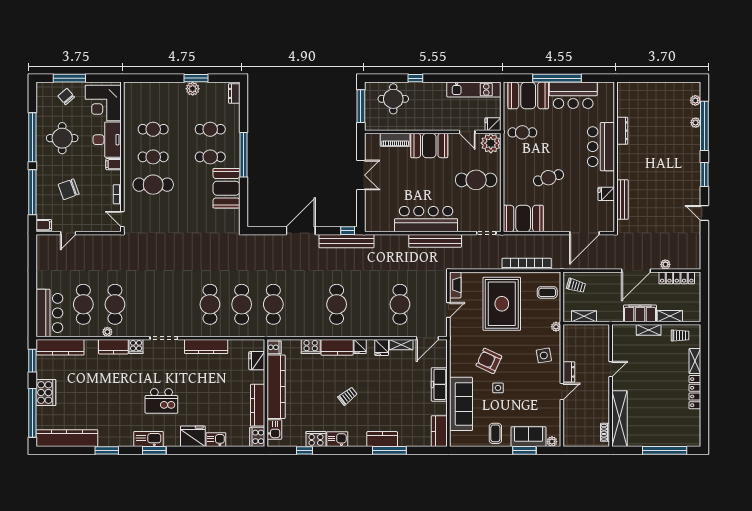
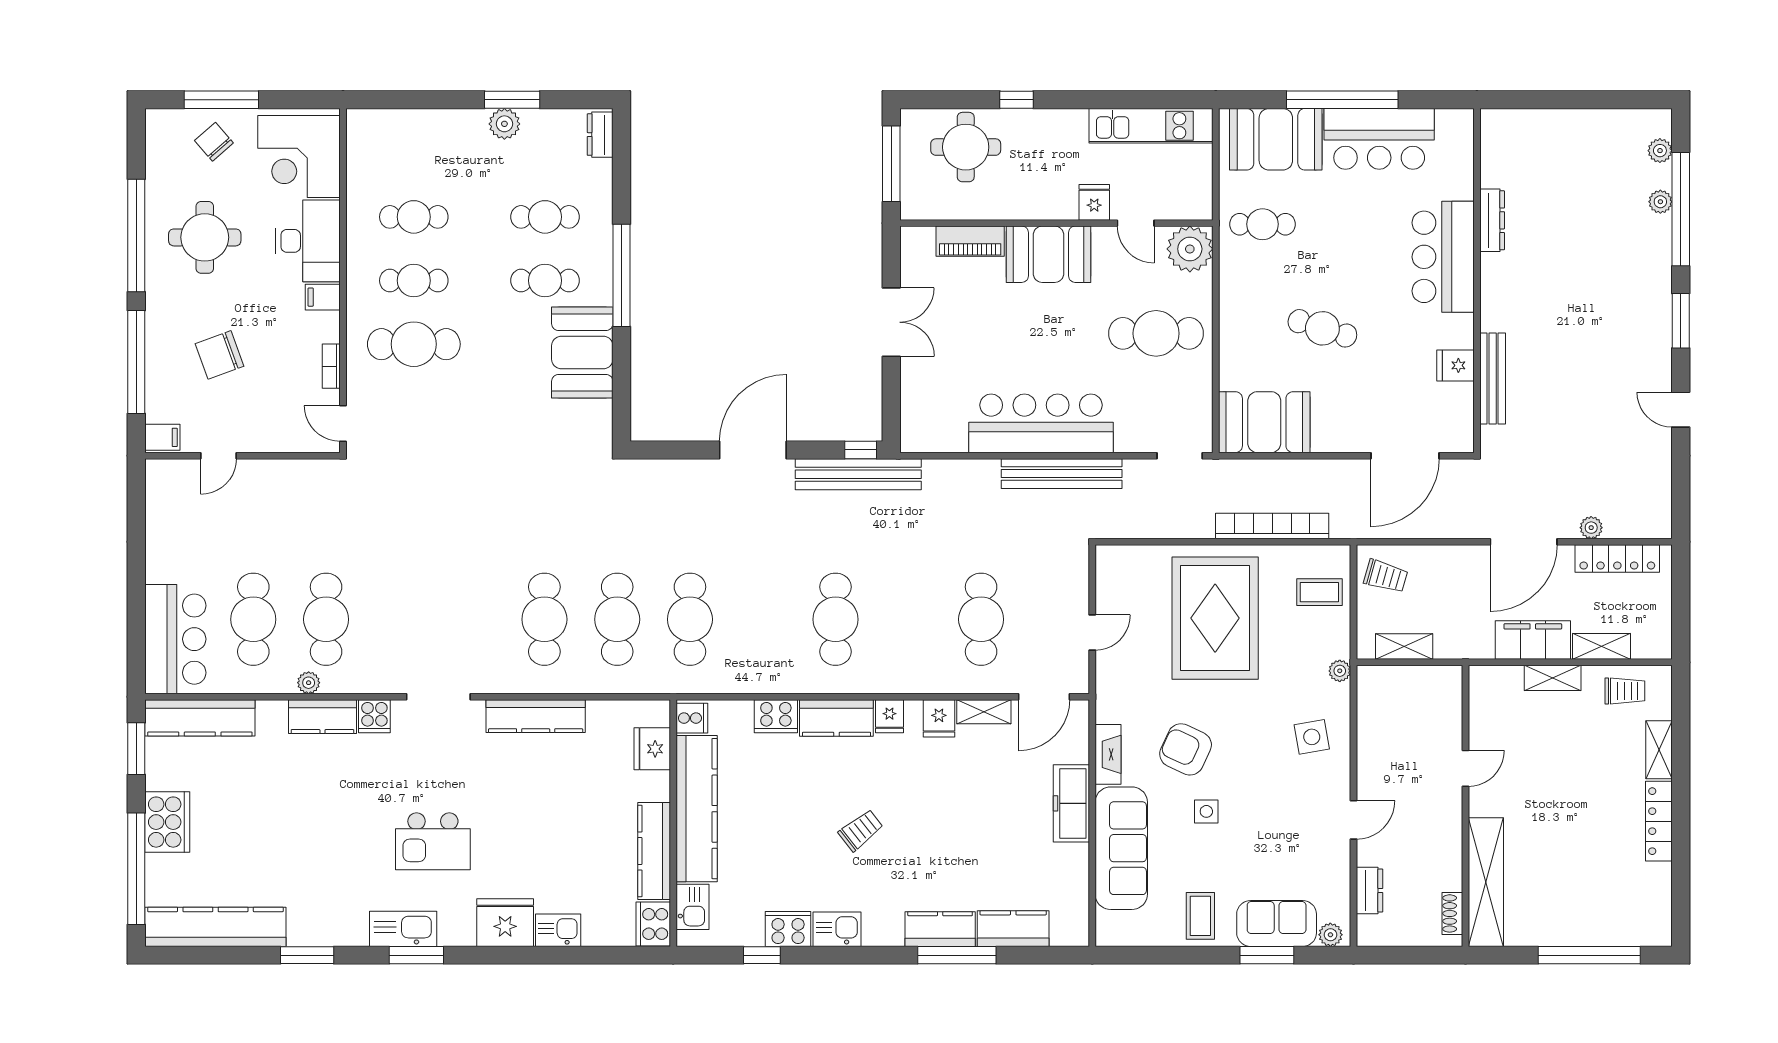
fridge: (493, 124) -> (1094, 202), moved, turned 90
cafe table: (548, 178) -> (1322, 328), turned 34
fireplace: (455, 285) -> (1108, 754), moved
dresser: (569, 372) -> (1370, 890), moved
kitchen counter: (439, 431) -> (1013, 929), moved, turned 90

